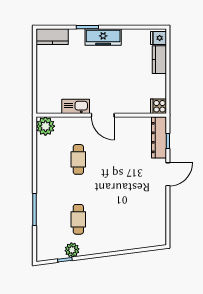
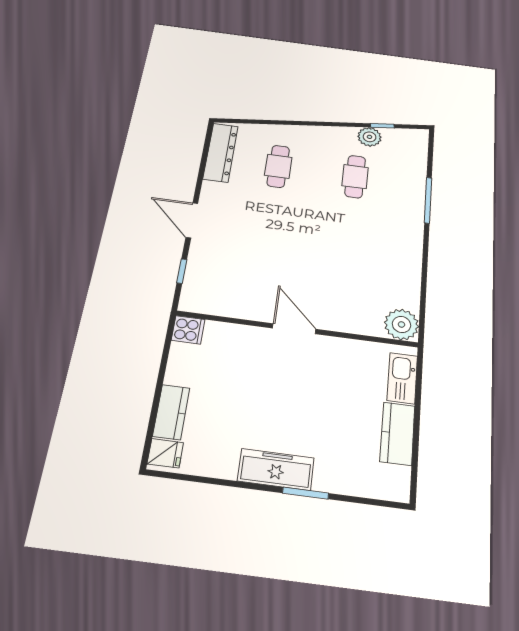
kitchen counter: (52, 37) -> (397, 433), moved, turned -90
kitchen sink: (76, 106) -> (402, 378), moved, turned 90
dresser: (159, 138) -> (221, 153), moved
cafe table: (78, 159) -> (278, 166), moved
door: (168, 174) -> (192, 220), hinge flipped

